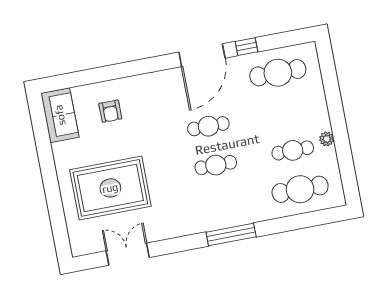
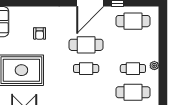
armchair: (110, 111) -> (40, 33), moved
cafe table: (208, 126) -> (86, 45), width x1.37, depth x1.35

